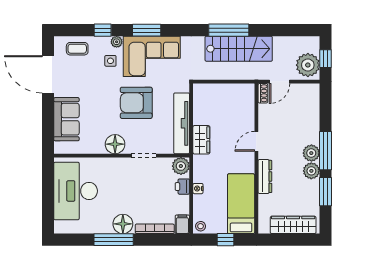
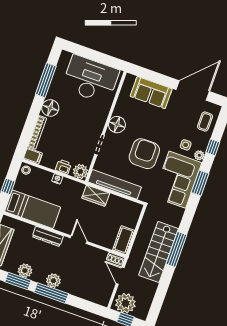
cot: (239, 92) -> (124, 240), added
plant: (311, 171) -> (25, 271), moved
window: (114, 240) -> (46, 80), moved

